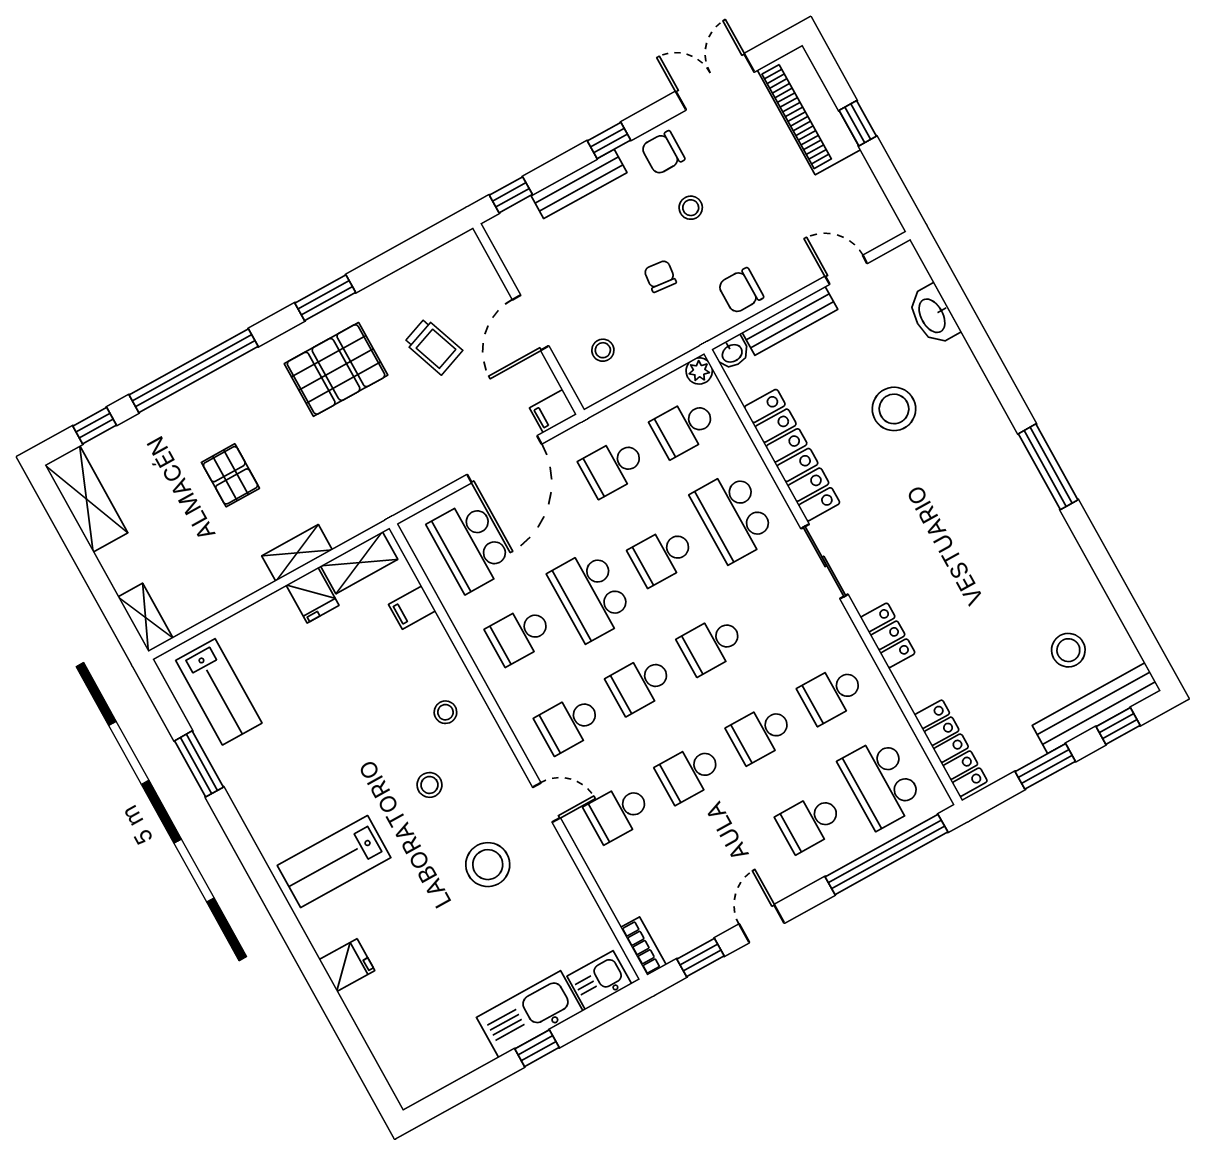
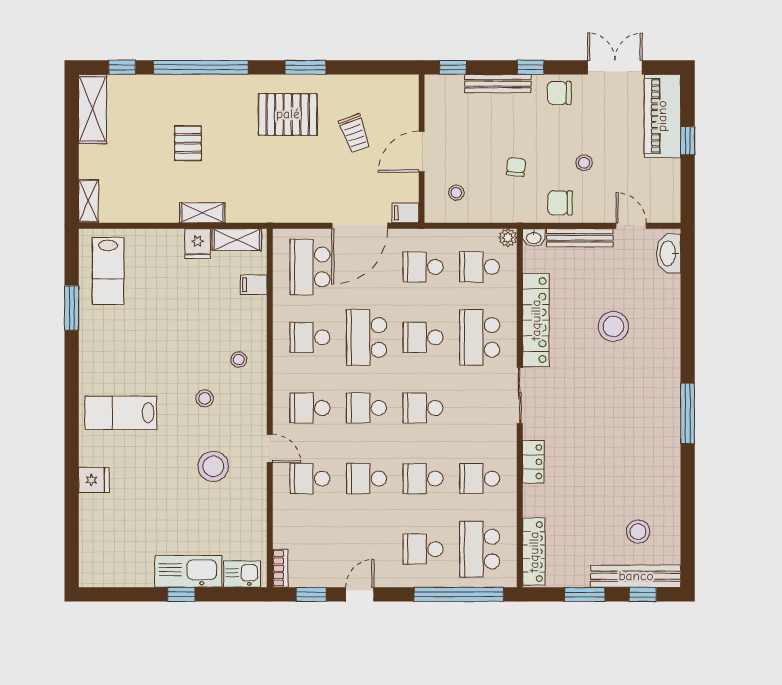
stool: (691, 208) -> (584, 163), moved
washbasin: (933, 315) -> (669, 254), moved

